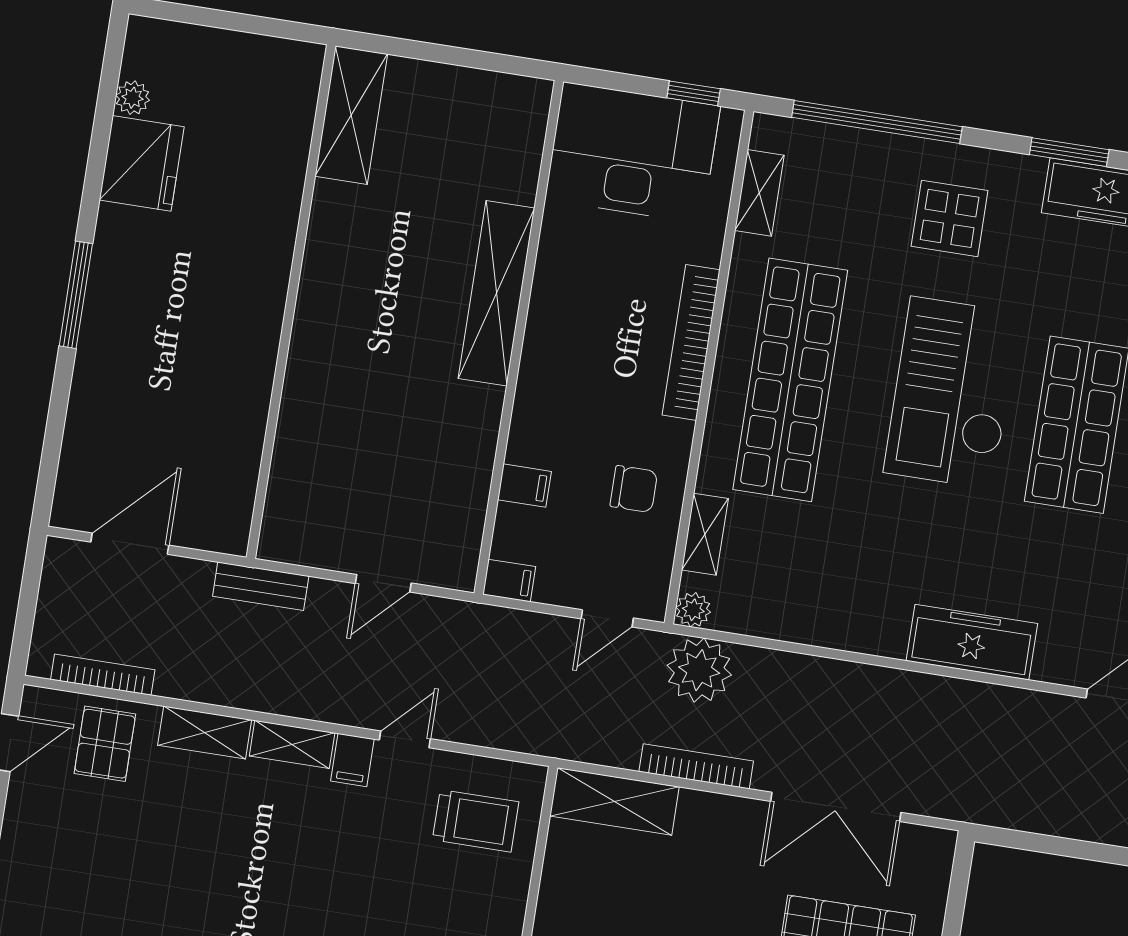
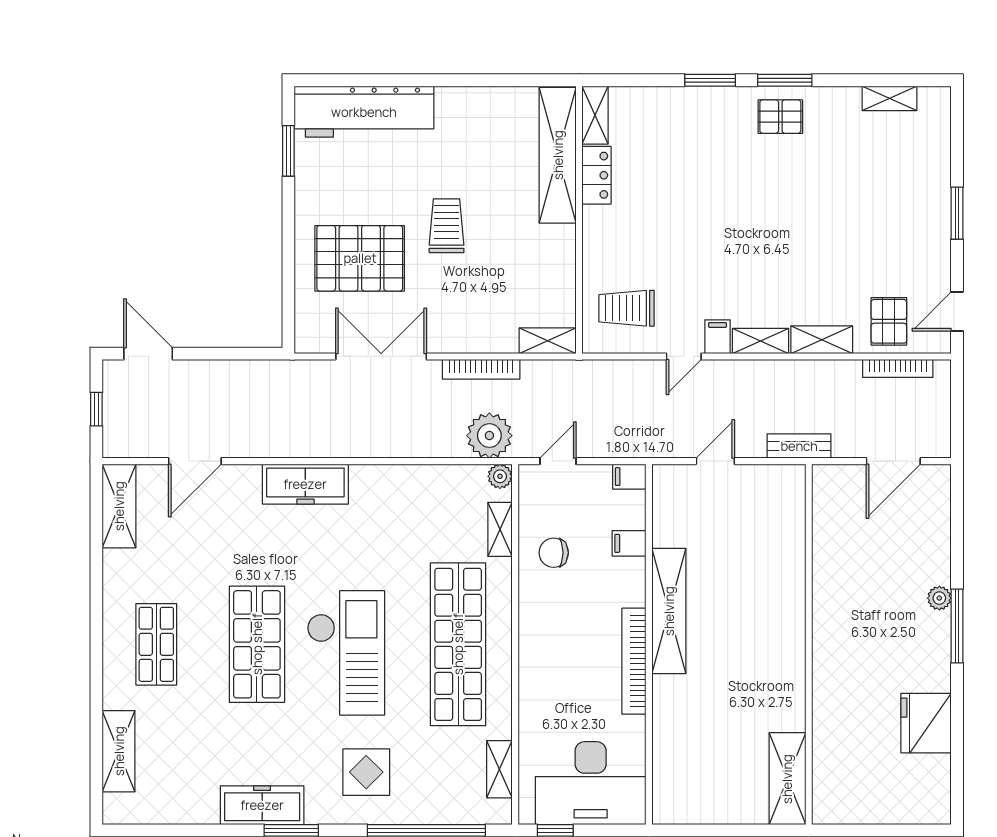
plant: (133, 98) -> (939, 598), moved
shelving: (496, 293) -> (669, 611), moved
bookcase: (691, 342) -> (634, 661), moved, turned 180
shelving: (614, 801) -> (548, 341), width x0.67, depth x0.75

